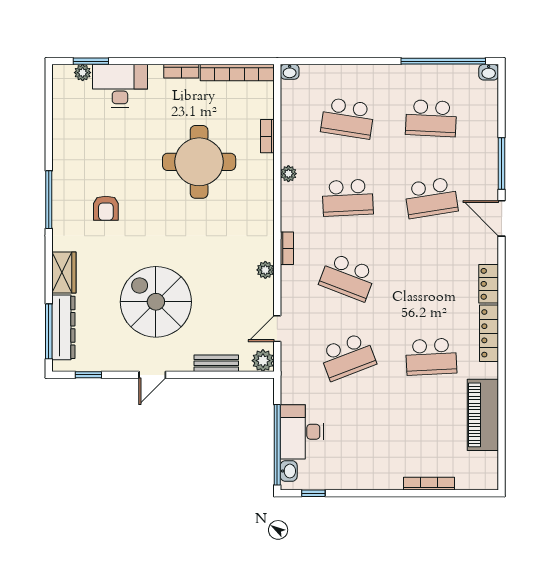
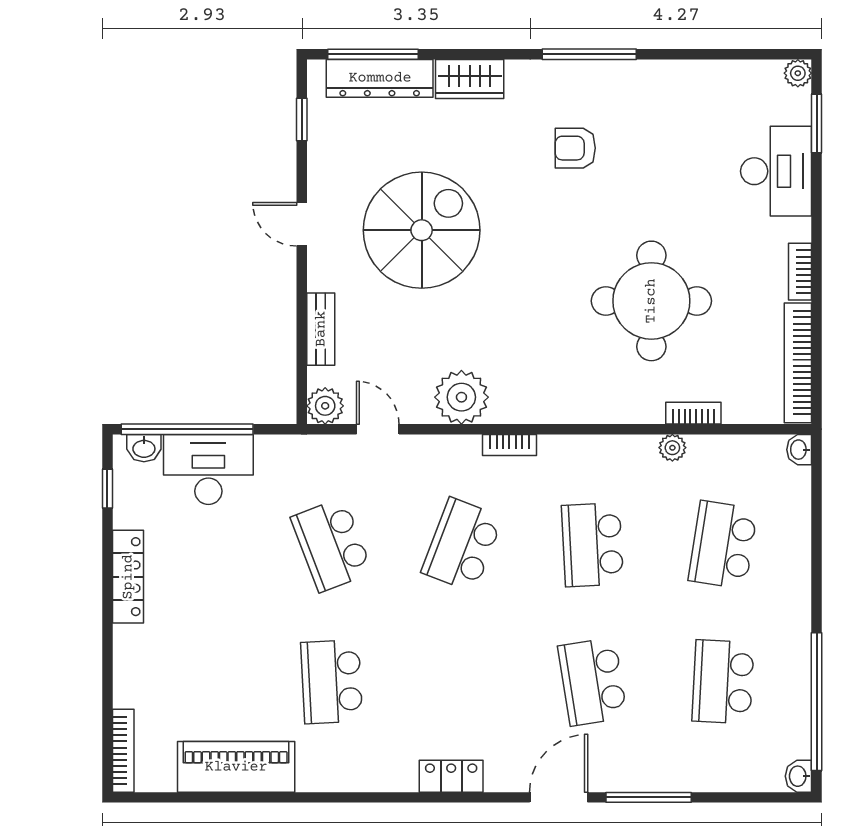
plant: (83, 73) -> (798, 73), moved
plant: (288, 174) -> (672, 448), moved
plant: (265, 270) -> (461, 397), width x1.88, depth x1.88
locker: (489, 333) -> (128, 577), moved, turned 90
bookcase: (429, 484) -> (123, 751), moved

